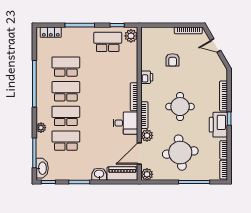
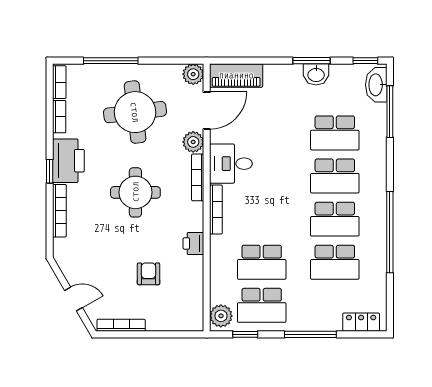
school desk: (108, 67) -> (262, 262), added
plant: (41, 128) -> (378, 156), removed
washbasin: (99, 174) -> (316, 74), moved

